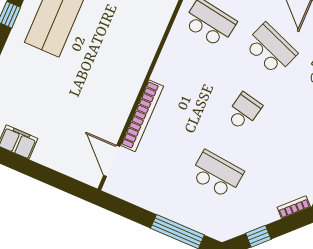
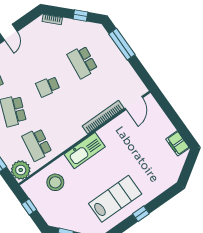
kitchen sink: (139, 54) -> (85, 151), added

